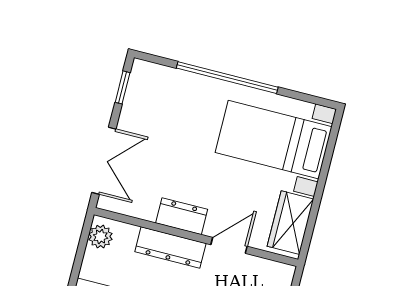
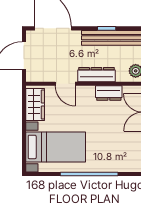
dresser: (182, 216) -> (109, 93), moved
door: (229, 245) -> (65, 84), hinge flipped

